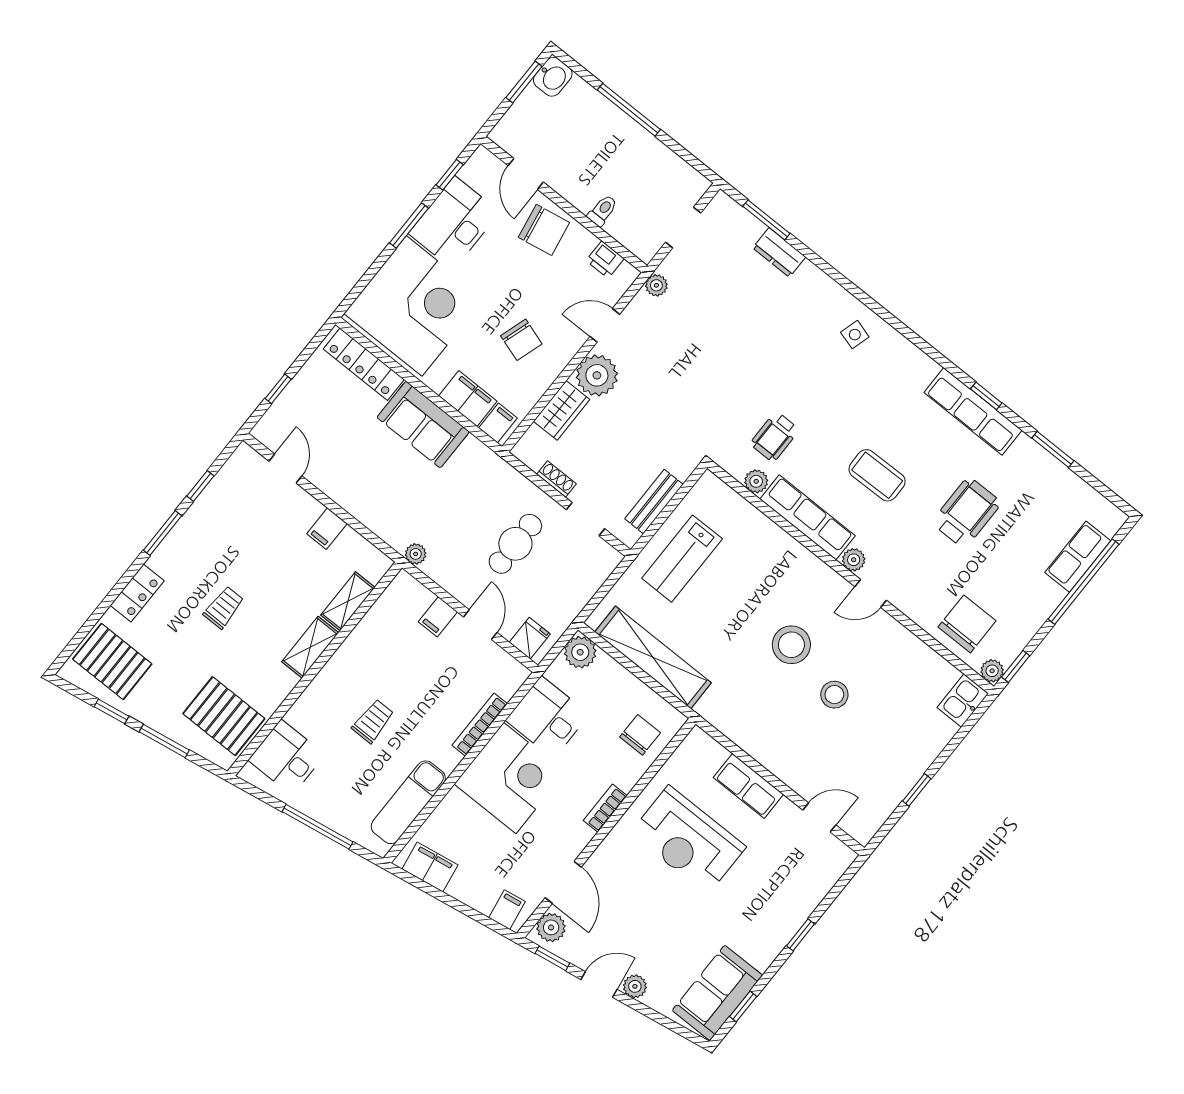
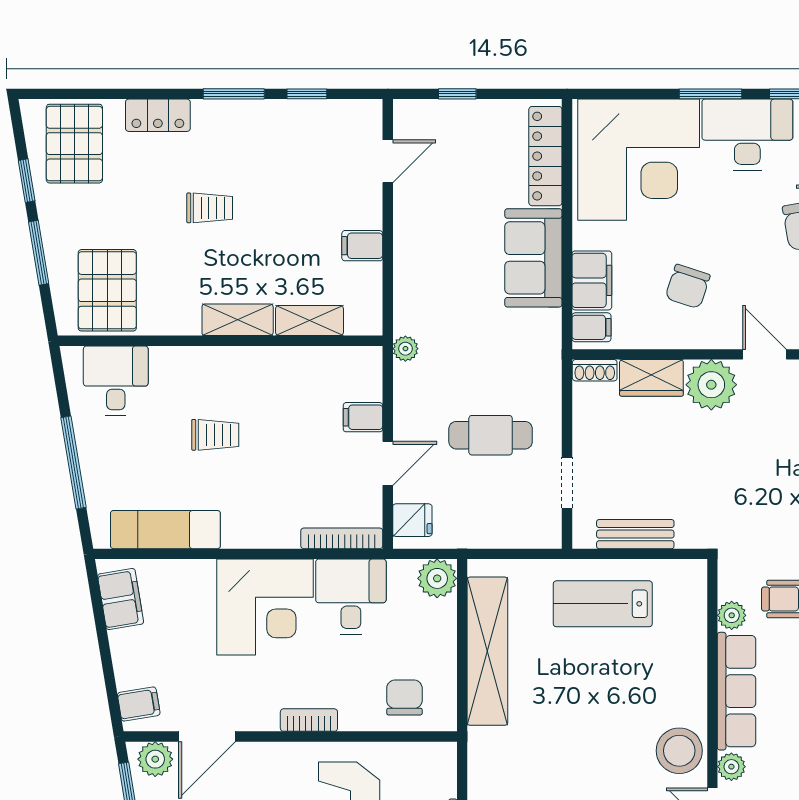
shoe rack: (557, 479) -> (595, 370), moved, turned 90
stool: (791, 645) -> (679, 751), moved
bookcase: (480, 725) -> (342, 538), moved
chair: (640, 735) -> (404, 697), turned -90

